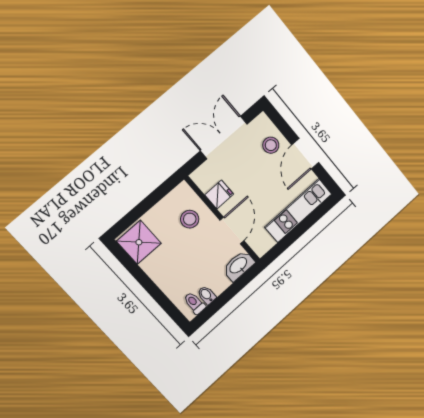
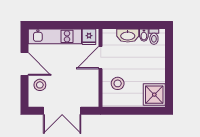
door: (305, 154) -> (24, 64), hinge flipped
fridge: (219, 195) -> (89, 37), moved, turned -90
washbasin: (239, 266) -> (128, 36), moved

